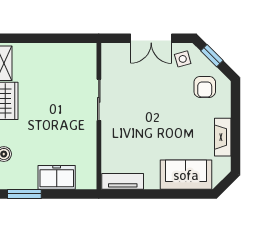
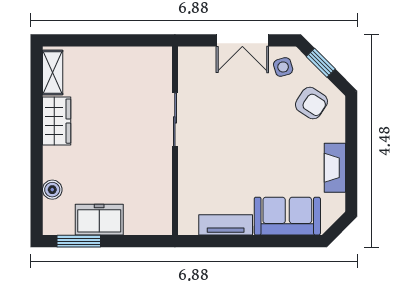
armchair: (205, 87) -> (311, 103), turned -57
freezer: (57, 177) -> (99, 220), moved
tv unit: (123, 181) -> (226, 225), moved

